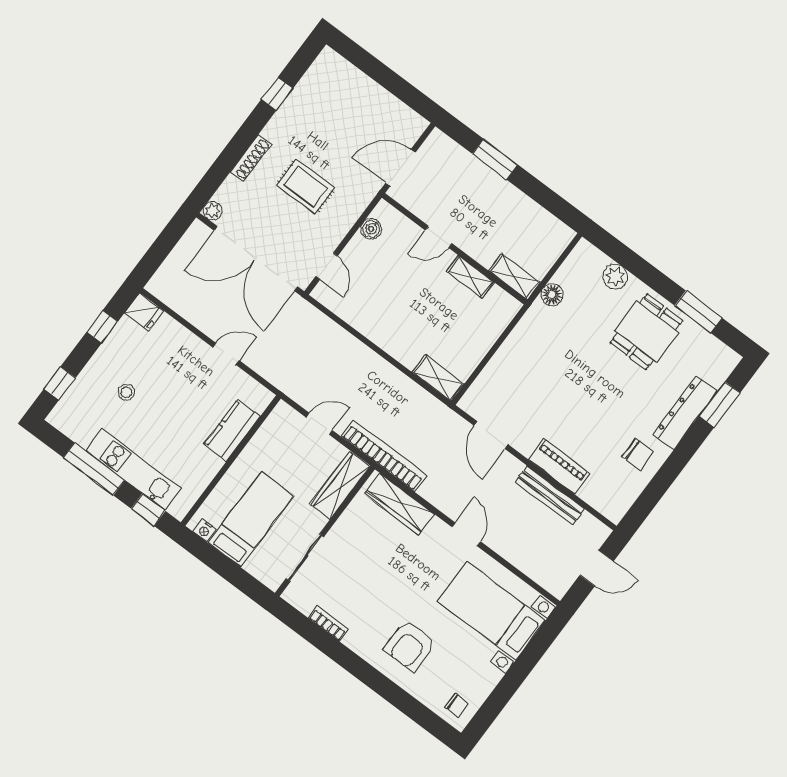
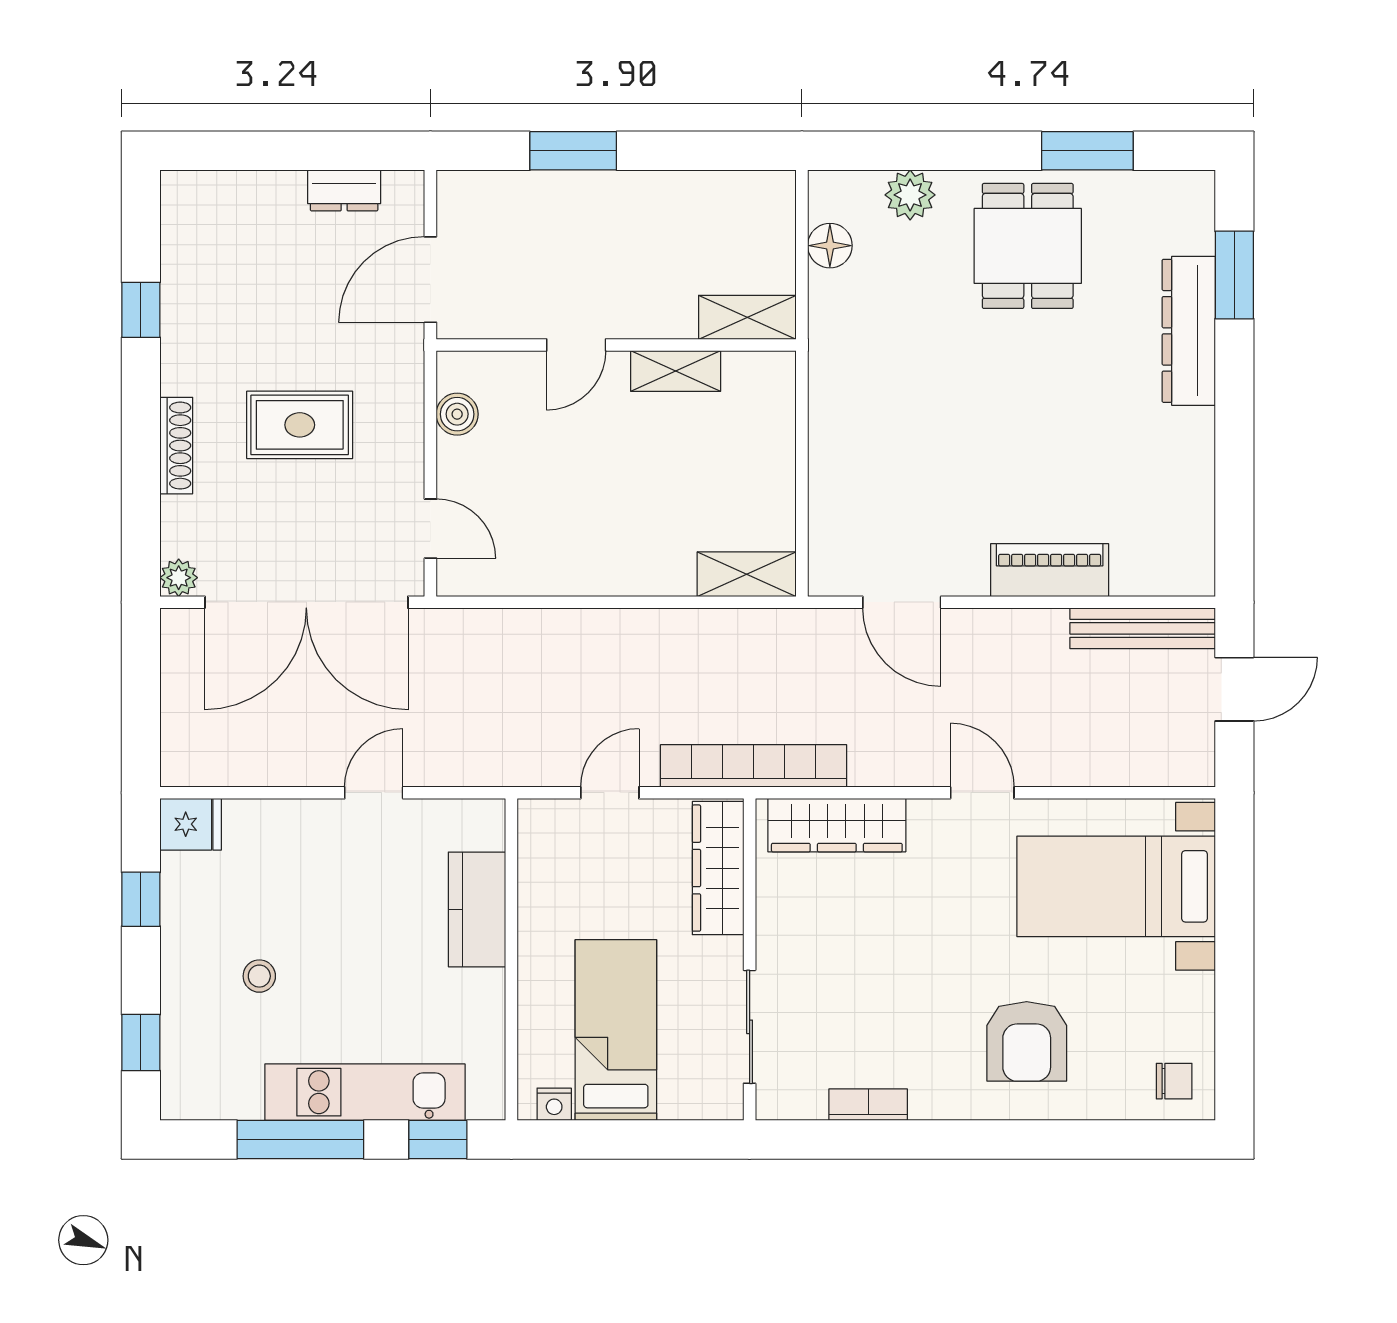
dresser: (393, 107) -> (344, 190), added
floor lamp: (552, 295) -> (830, 246), moved
chair: (638, 454) -> (1163, 455), removed
bench: (550, 495) -> (1143, 628), moved

